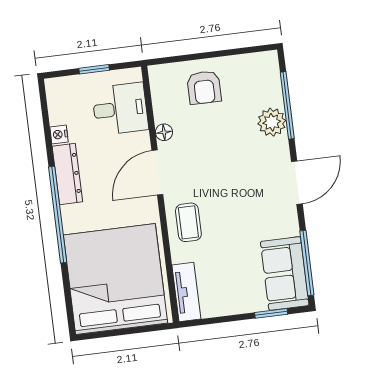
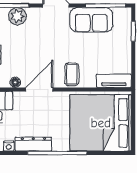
door: (157, 172) -> (39, 89), swing flipped
coffee table: (188, 222) -> (72, 74), turned 90
sofa: (285, 273) -> (91, 20), moved

